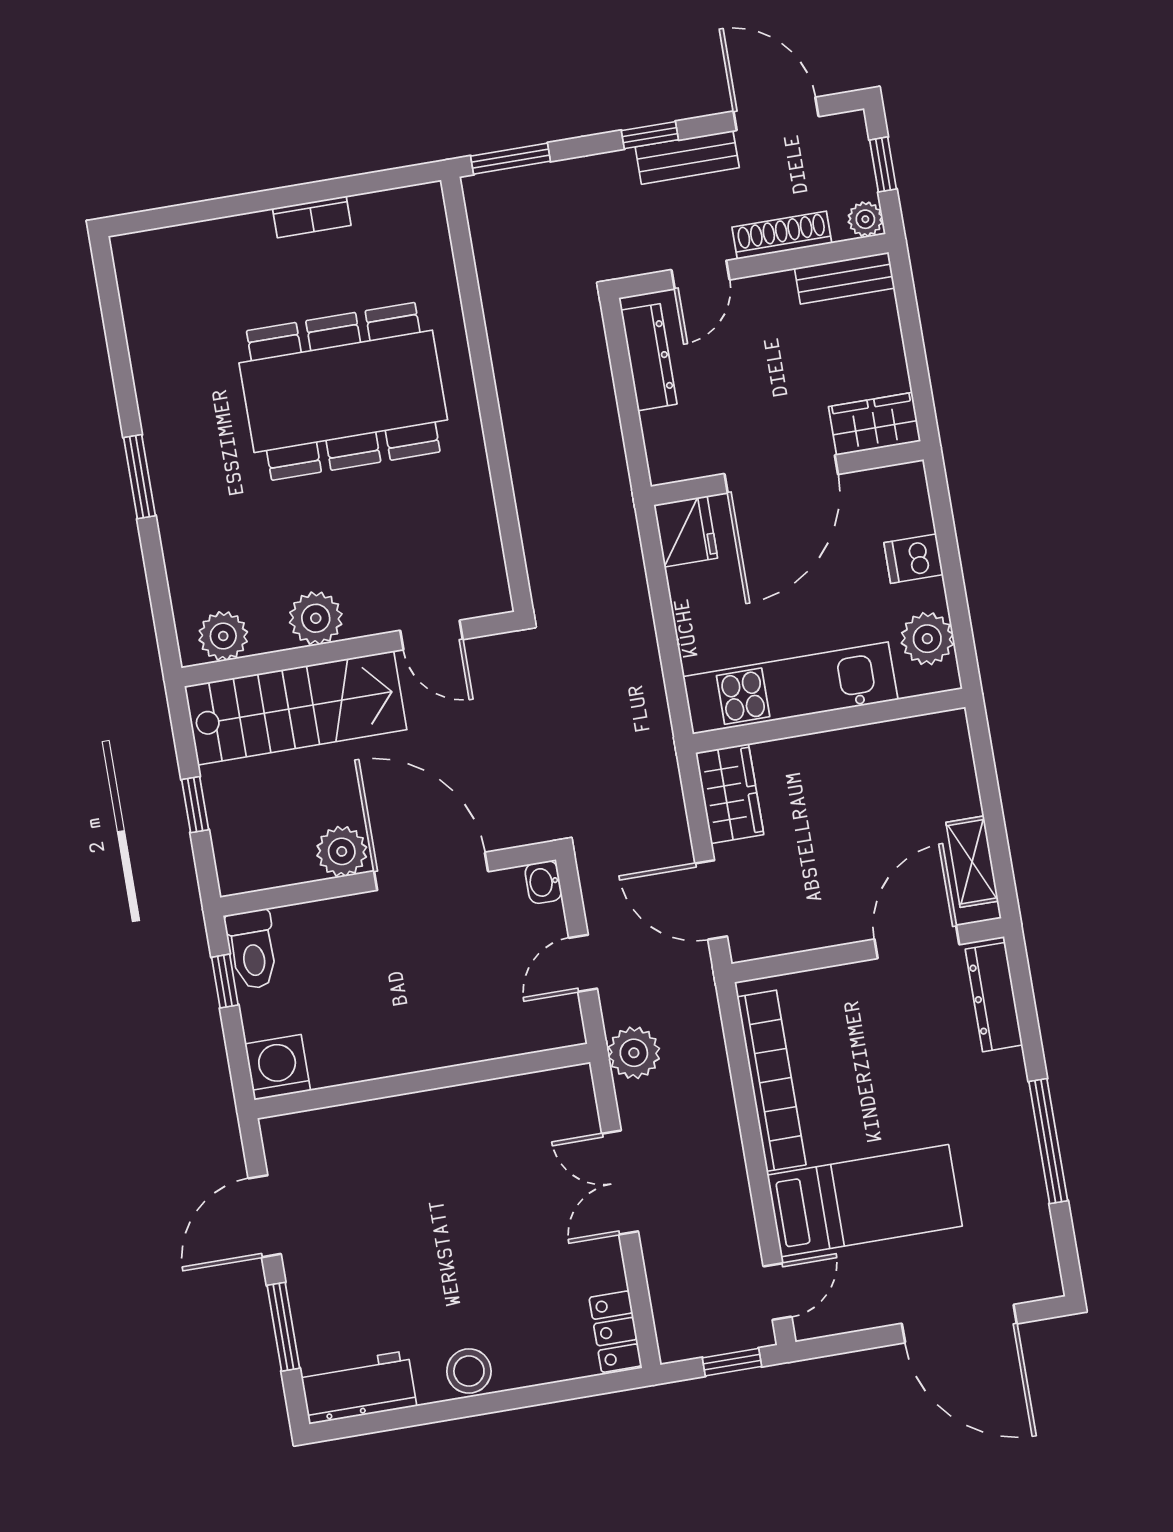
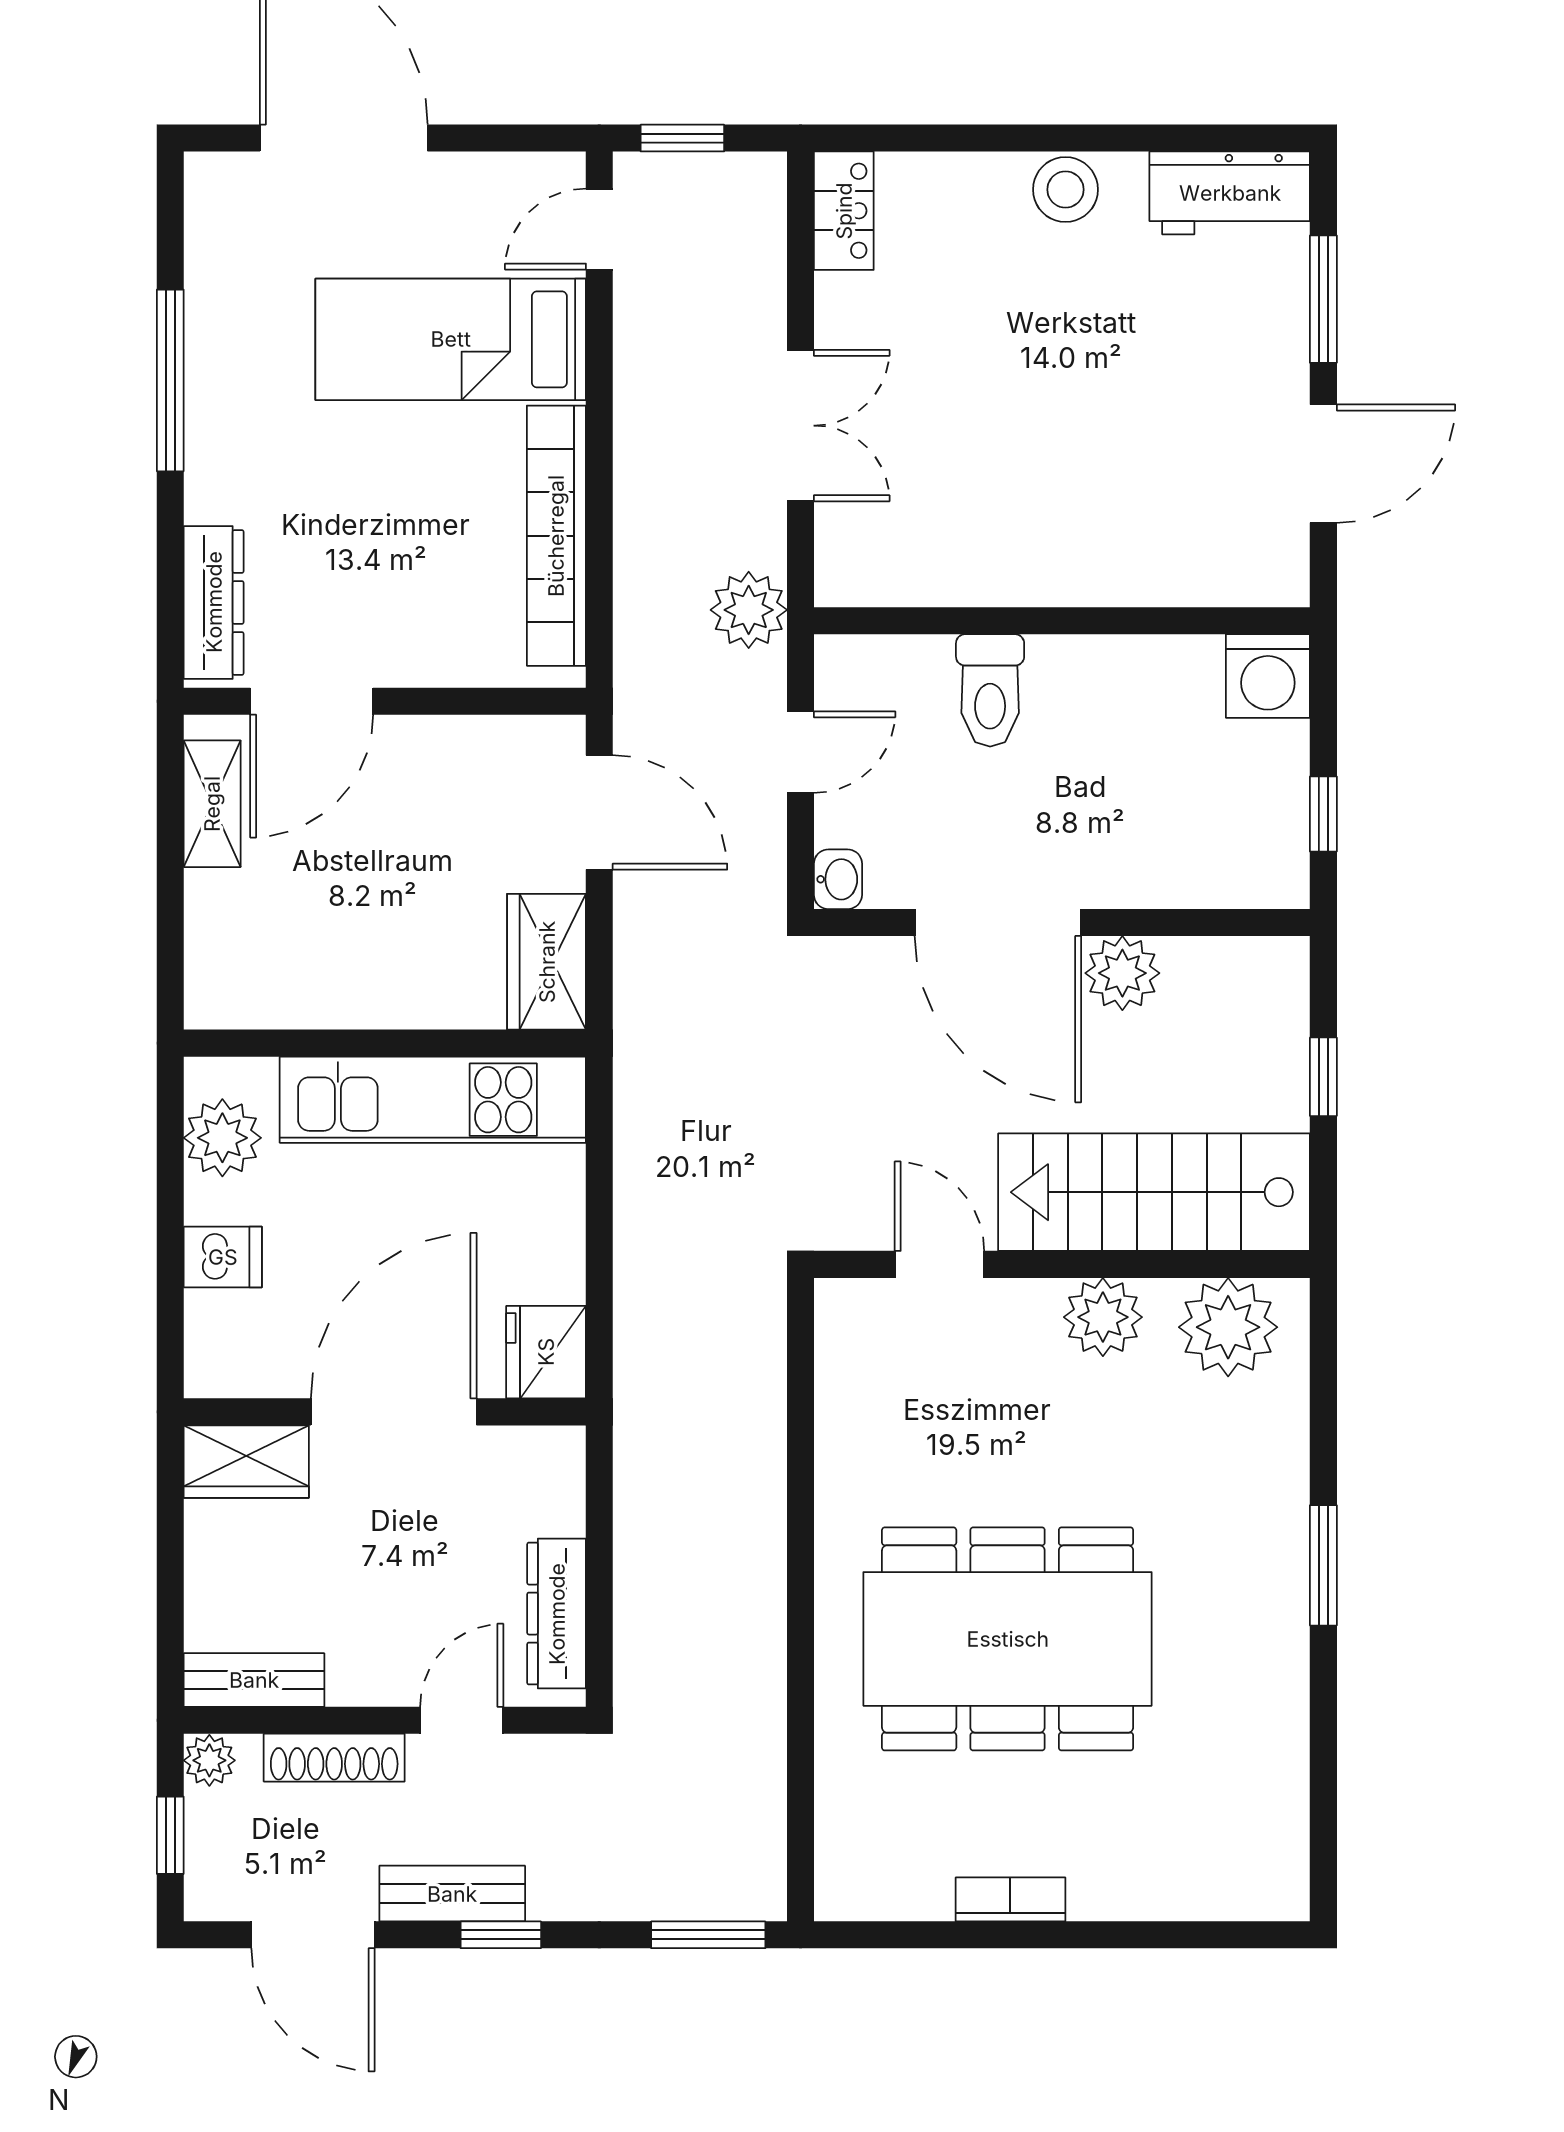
plant: (223, 636) -> (1228, 1327), width x1.36, depth x1.36
toilet: (252, 950) -> (990, 690), moved, turned 180

